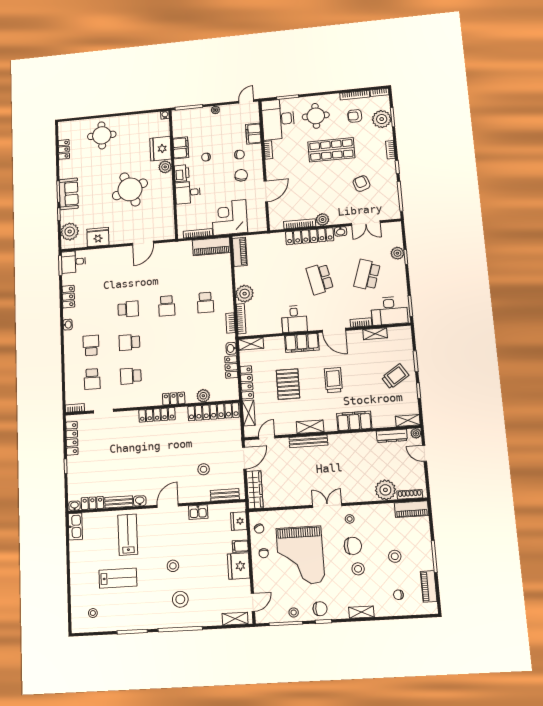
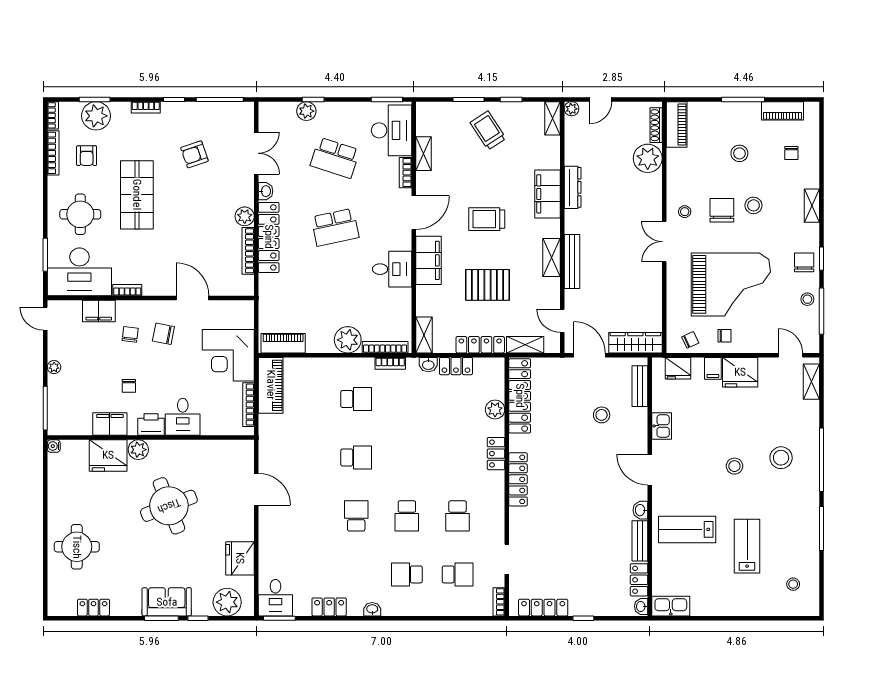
dresser: (392, 436) -> (573, 187), moved

